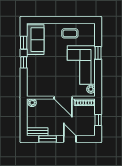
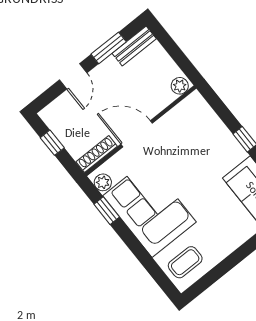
coffee table: (70, 33) -> (185, 262), moved
window: (98, 53) -> (107, 211), moved
door: (70, 139) -> (73, 76), hinge flipped

